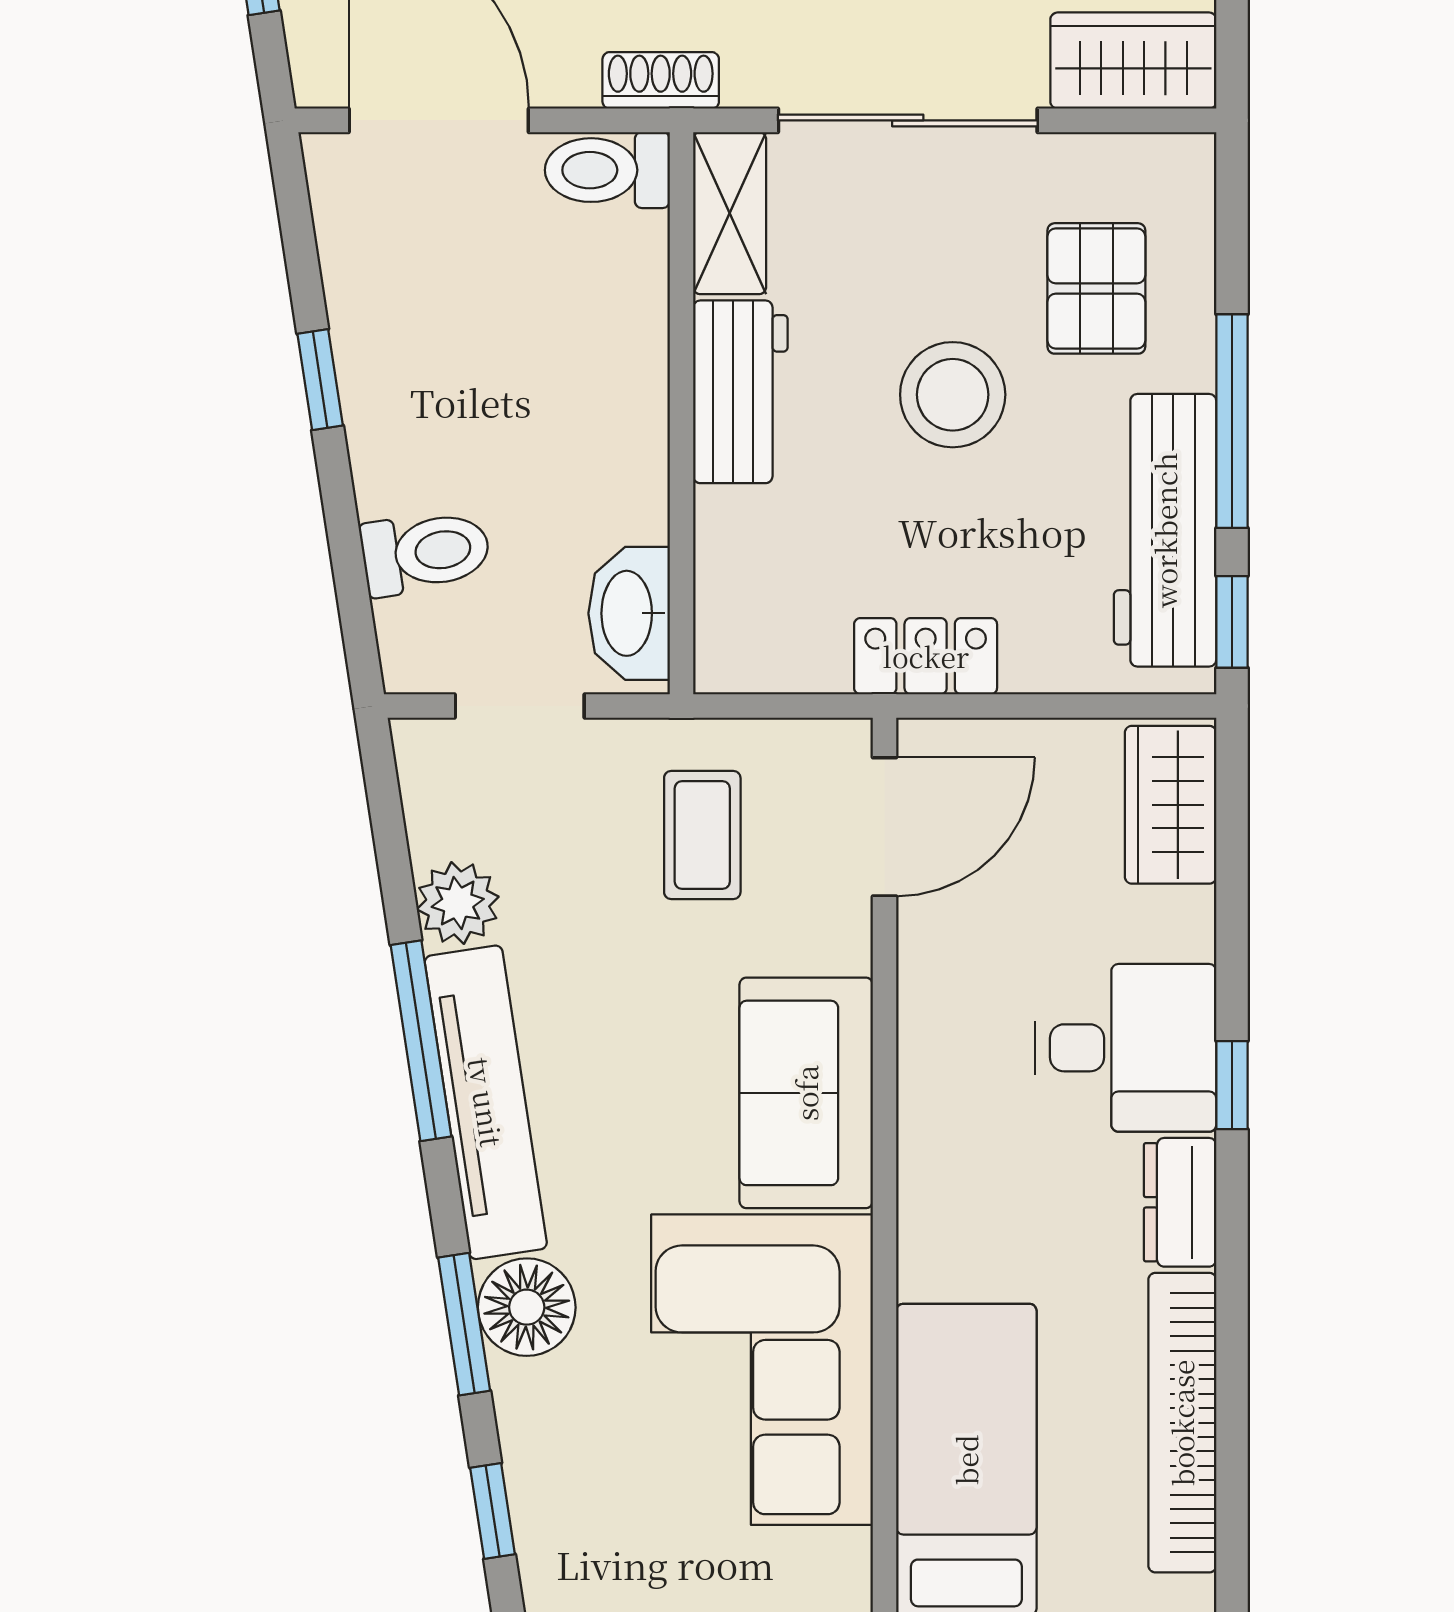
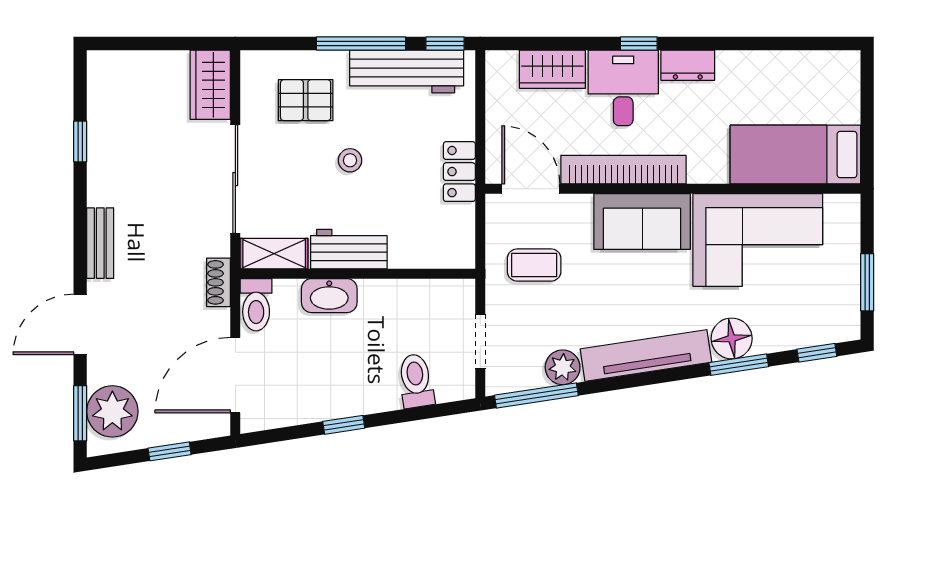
stool: (953, 395) -> (350, 160), width x0.53, depth x0.53
washbasin: (629, 613) -> (329, 296), moved
wardrobe: (1171, 805) -> (552, 69), moved
window: (421, 1041) -> (536, 395), moved
bookcase: (1182, 1423) -> (623, 170), moved, turned 180

